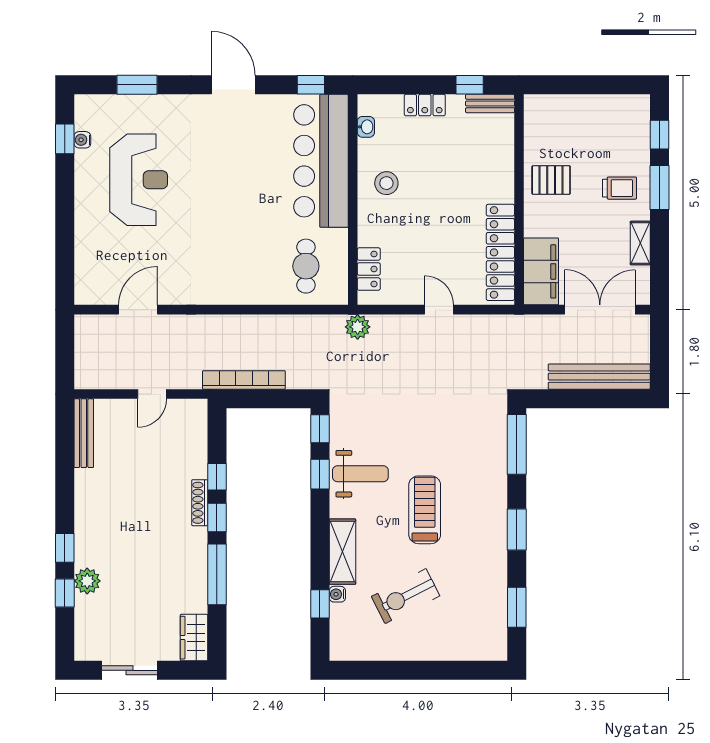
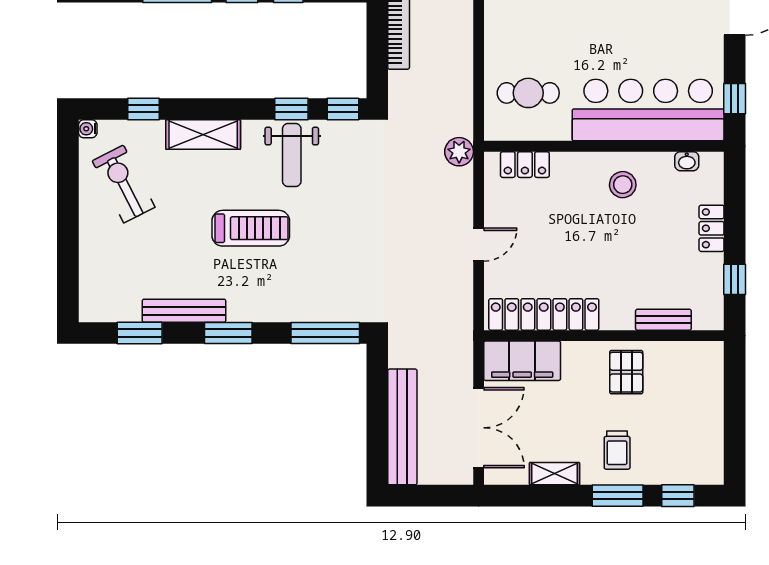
bench: (490, 103) -> (663, 320), moved, turned 90
bench: (497, 568) -> (184, 311), added
water cooler: (337, 594) -> (88, 129), moved, turned -90
exercise bike: (406, 596) -> (124, 184), moved

